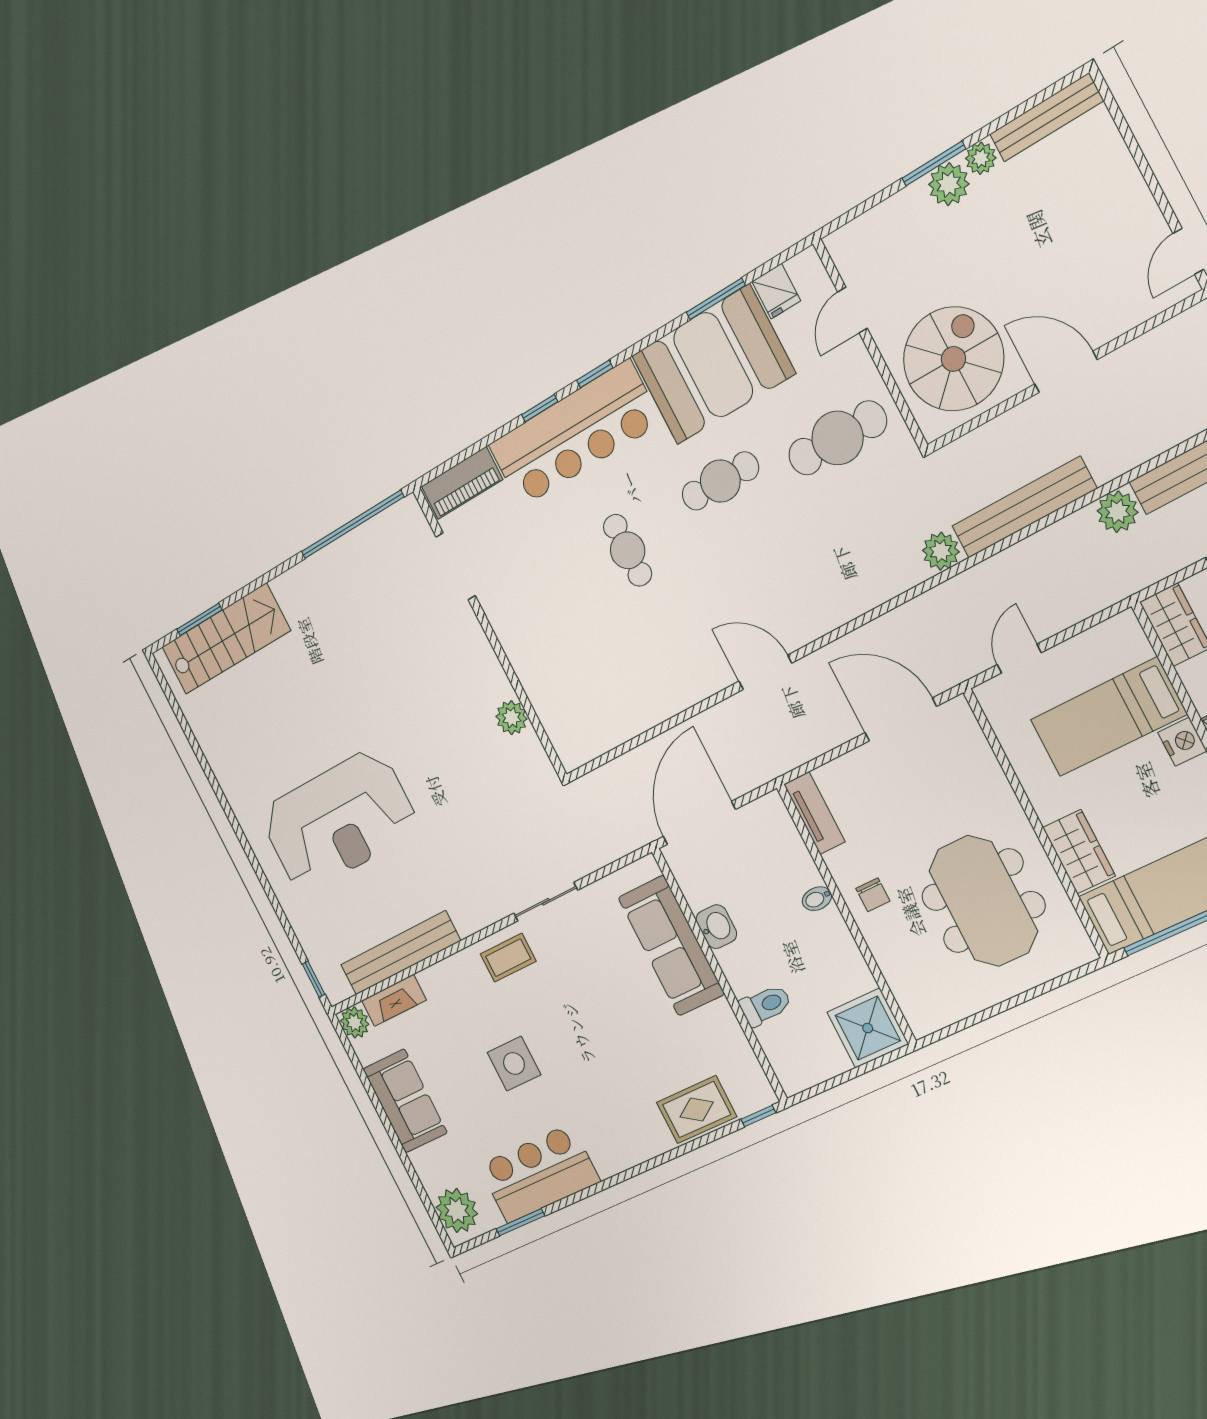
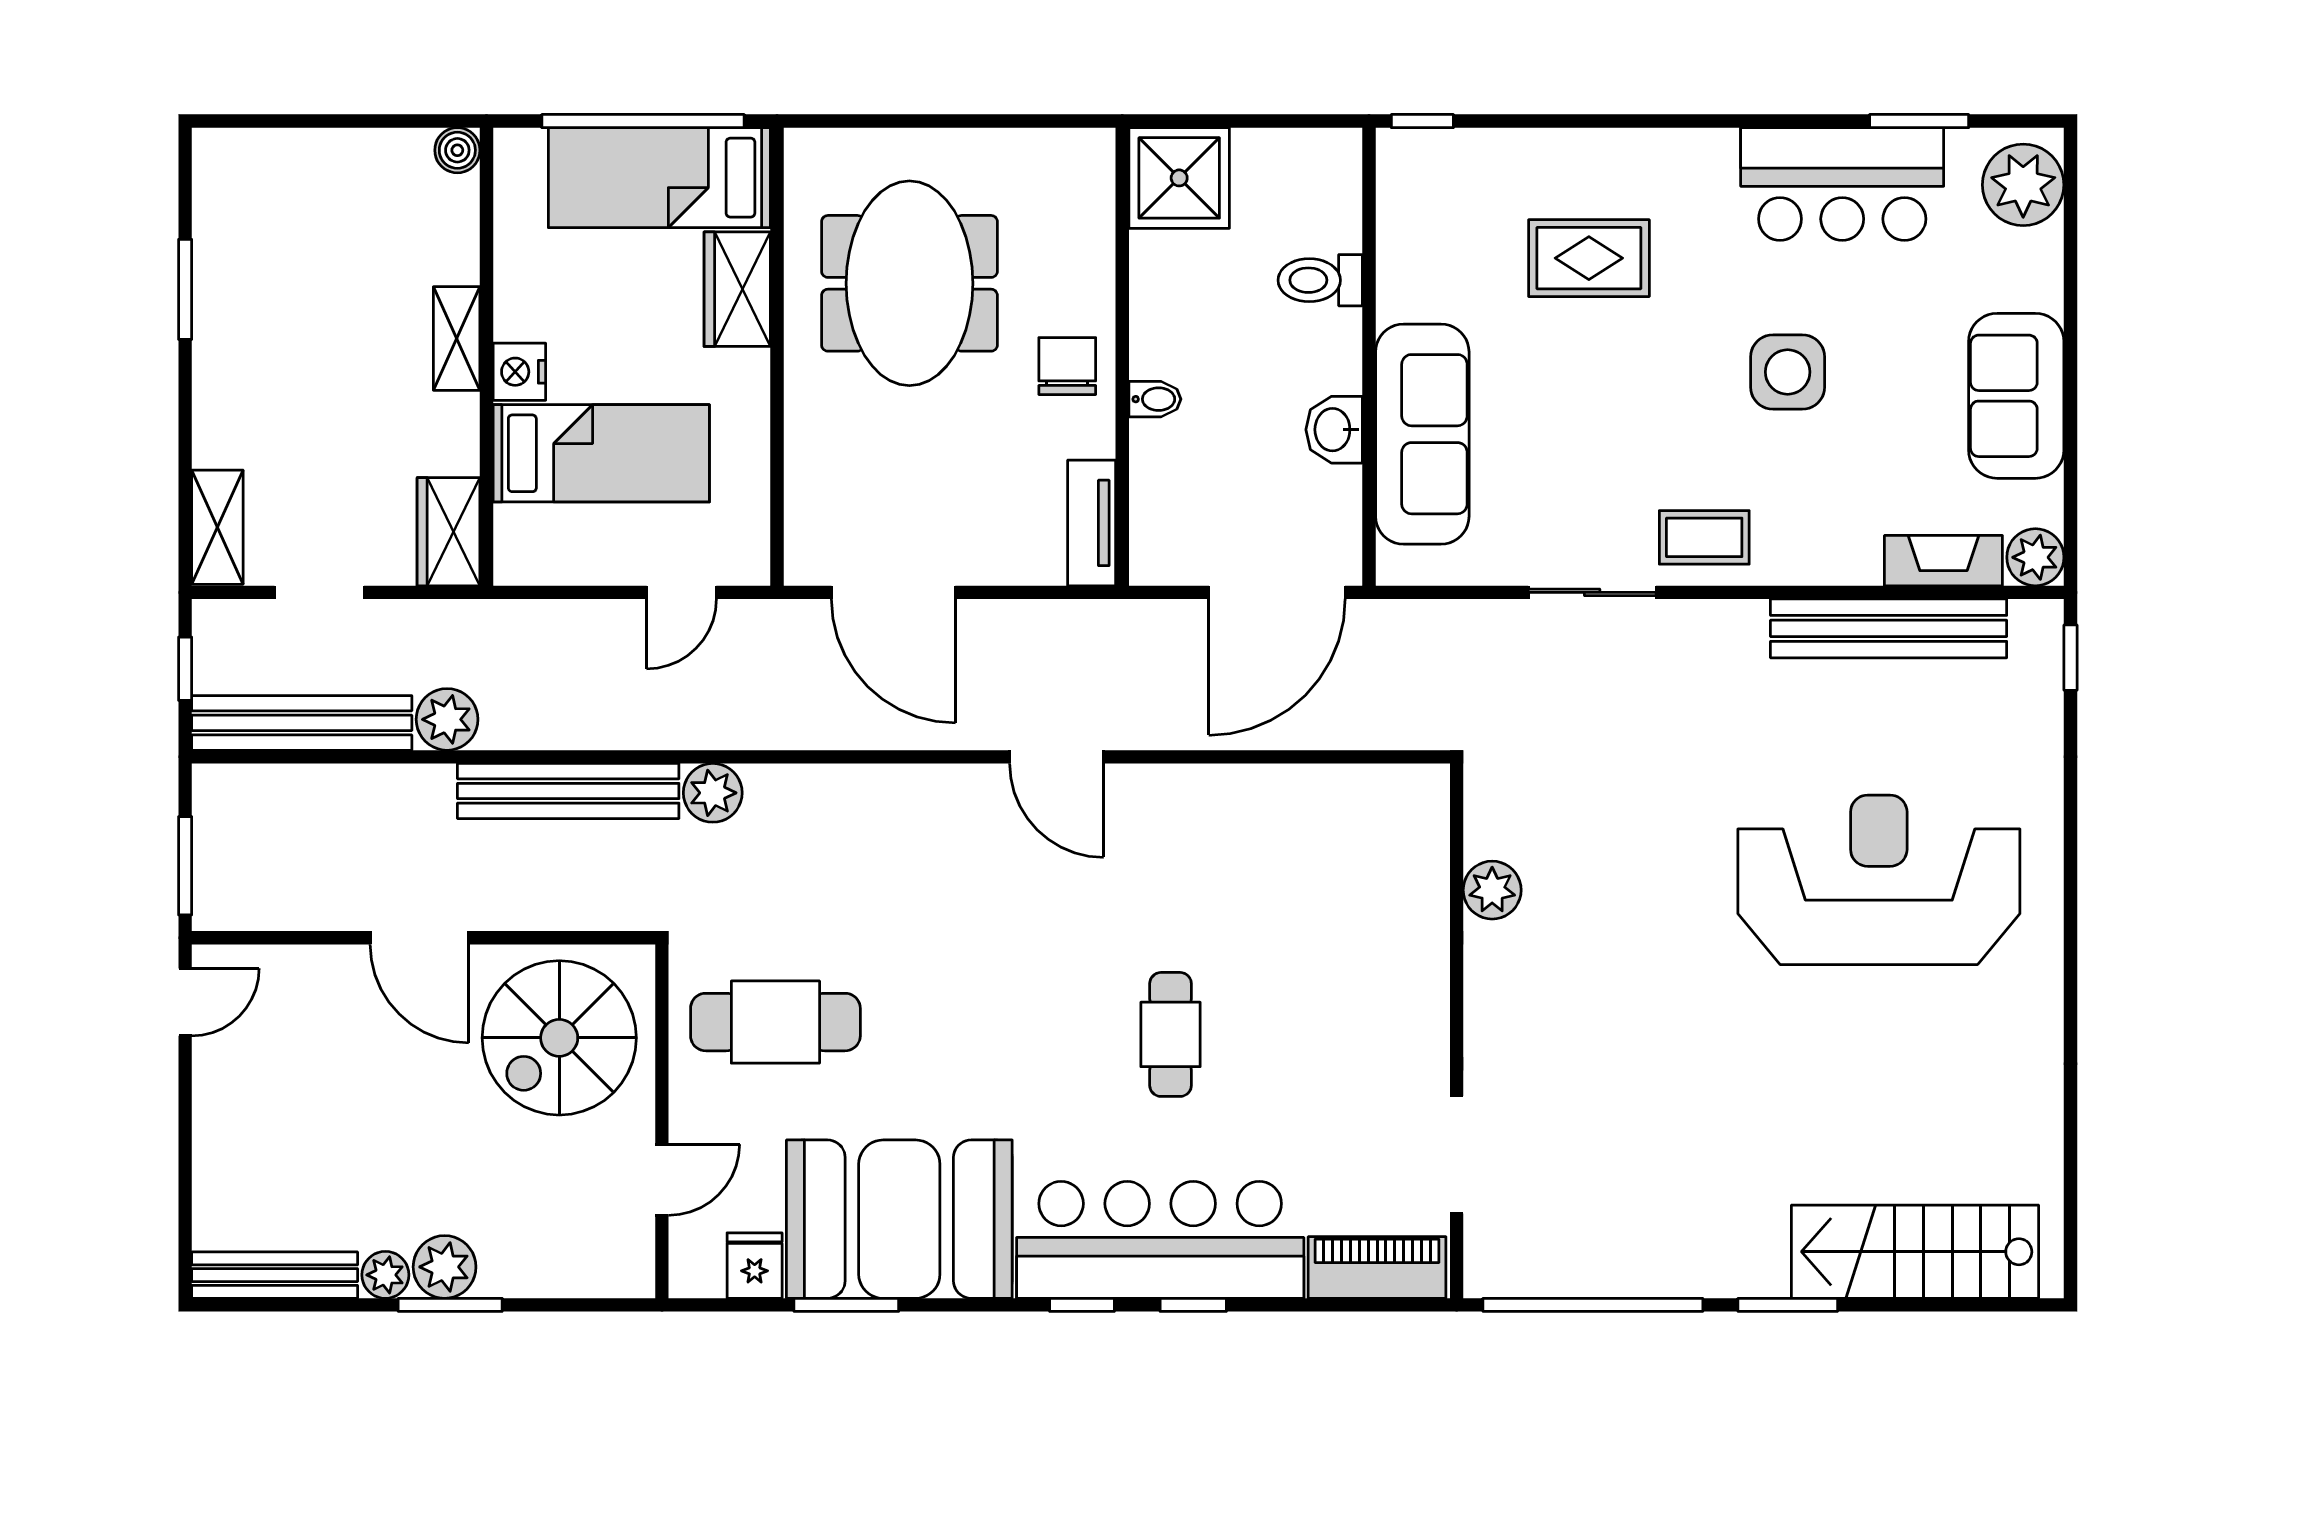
cafe table: (720, 481) -> (977, 1056), removed
window: (199, 619) -> (1788, 1305), moved
chair: (873, 895) -> (1067, 366), width x1.37, depth x1.37
rug: (697, 1110) -> (1589, 258), moved

